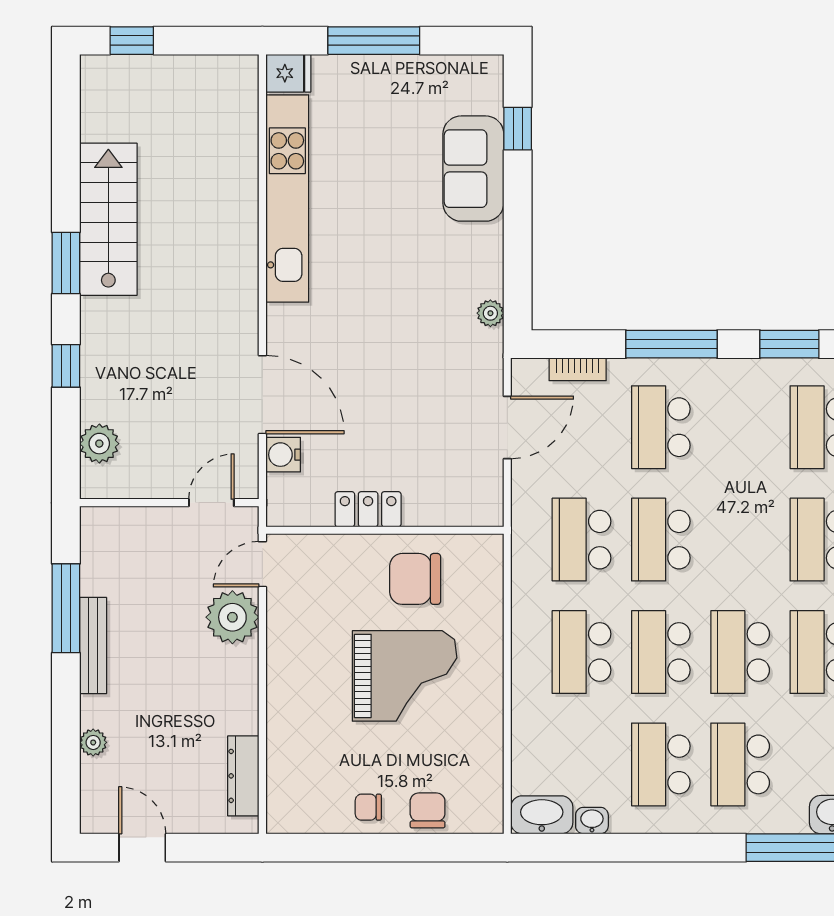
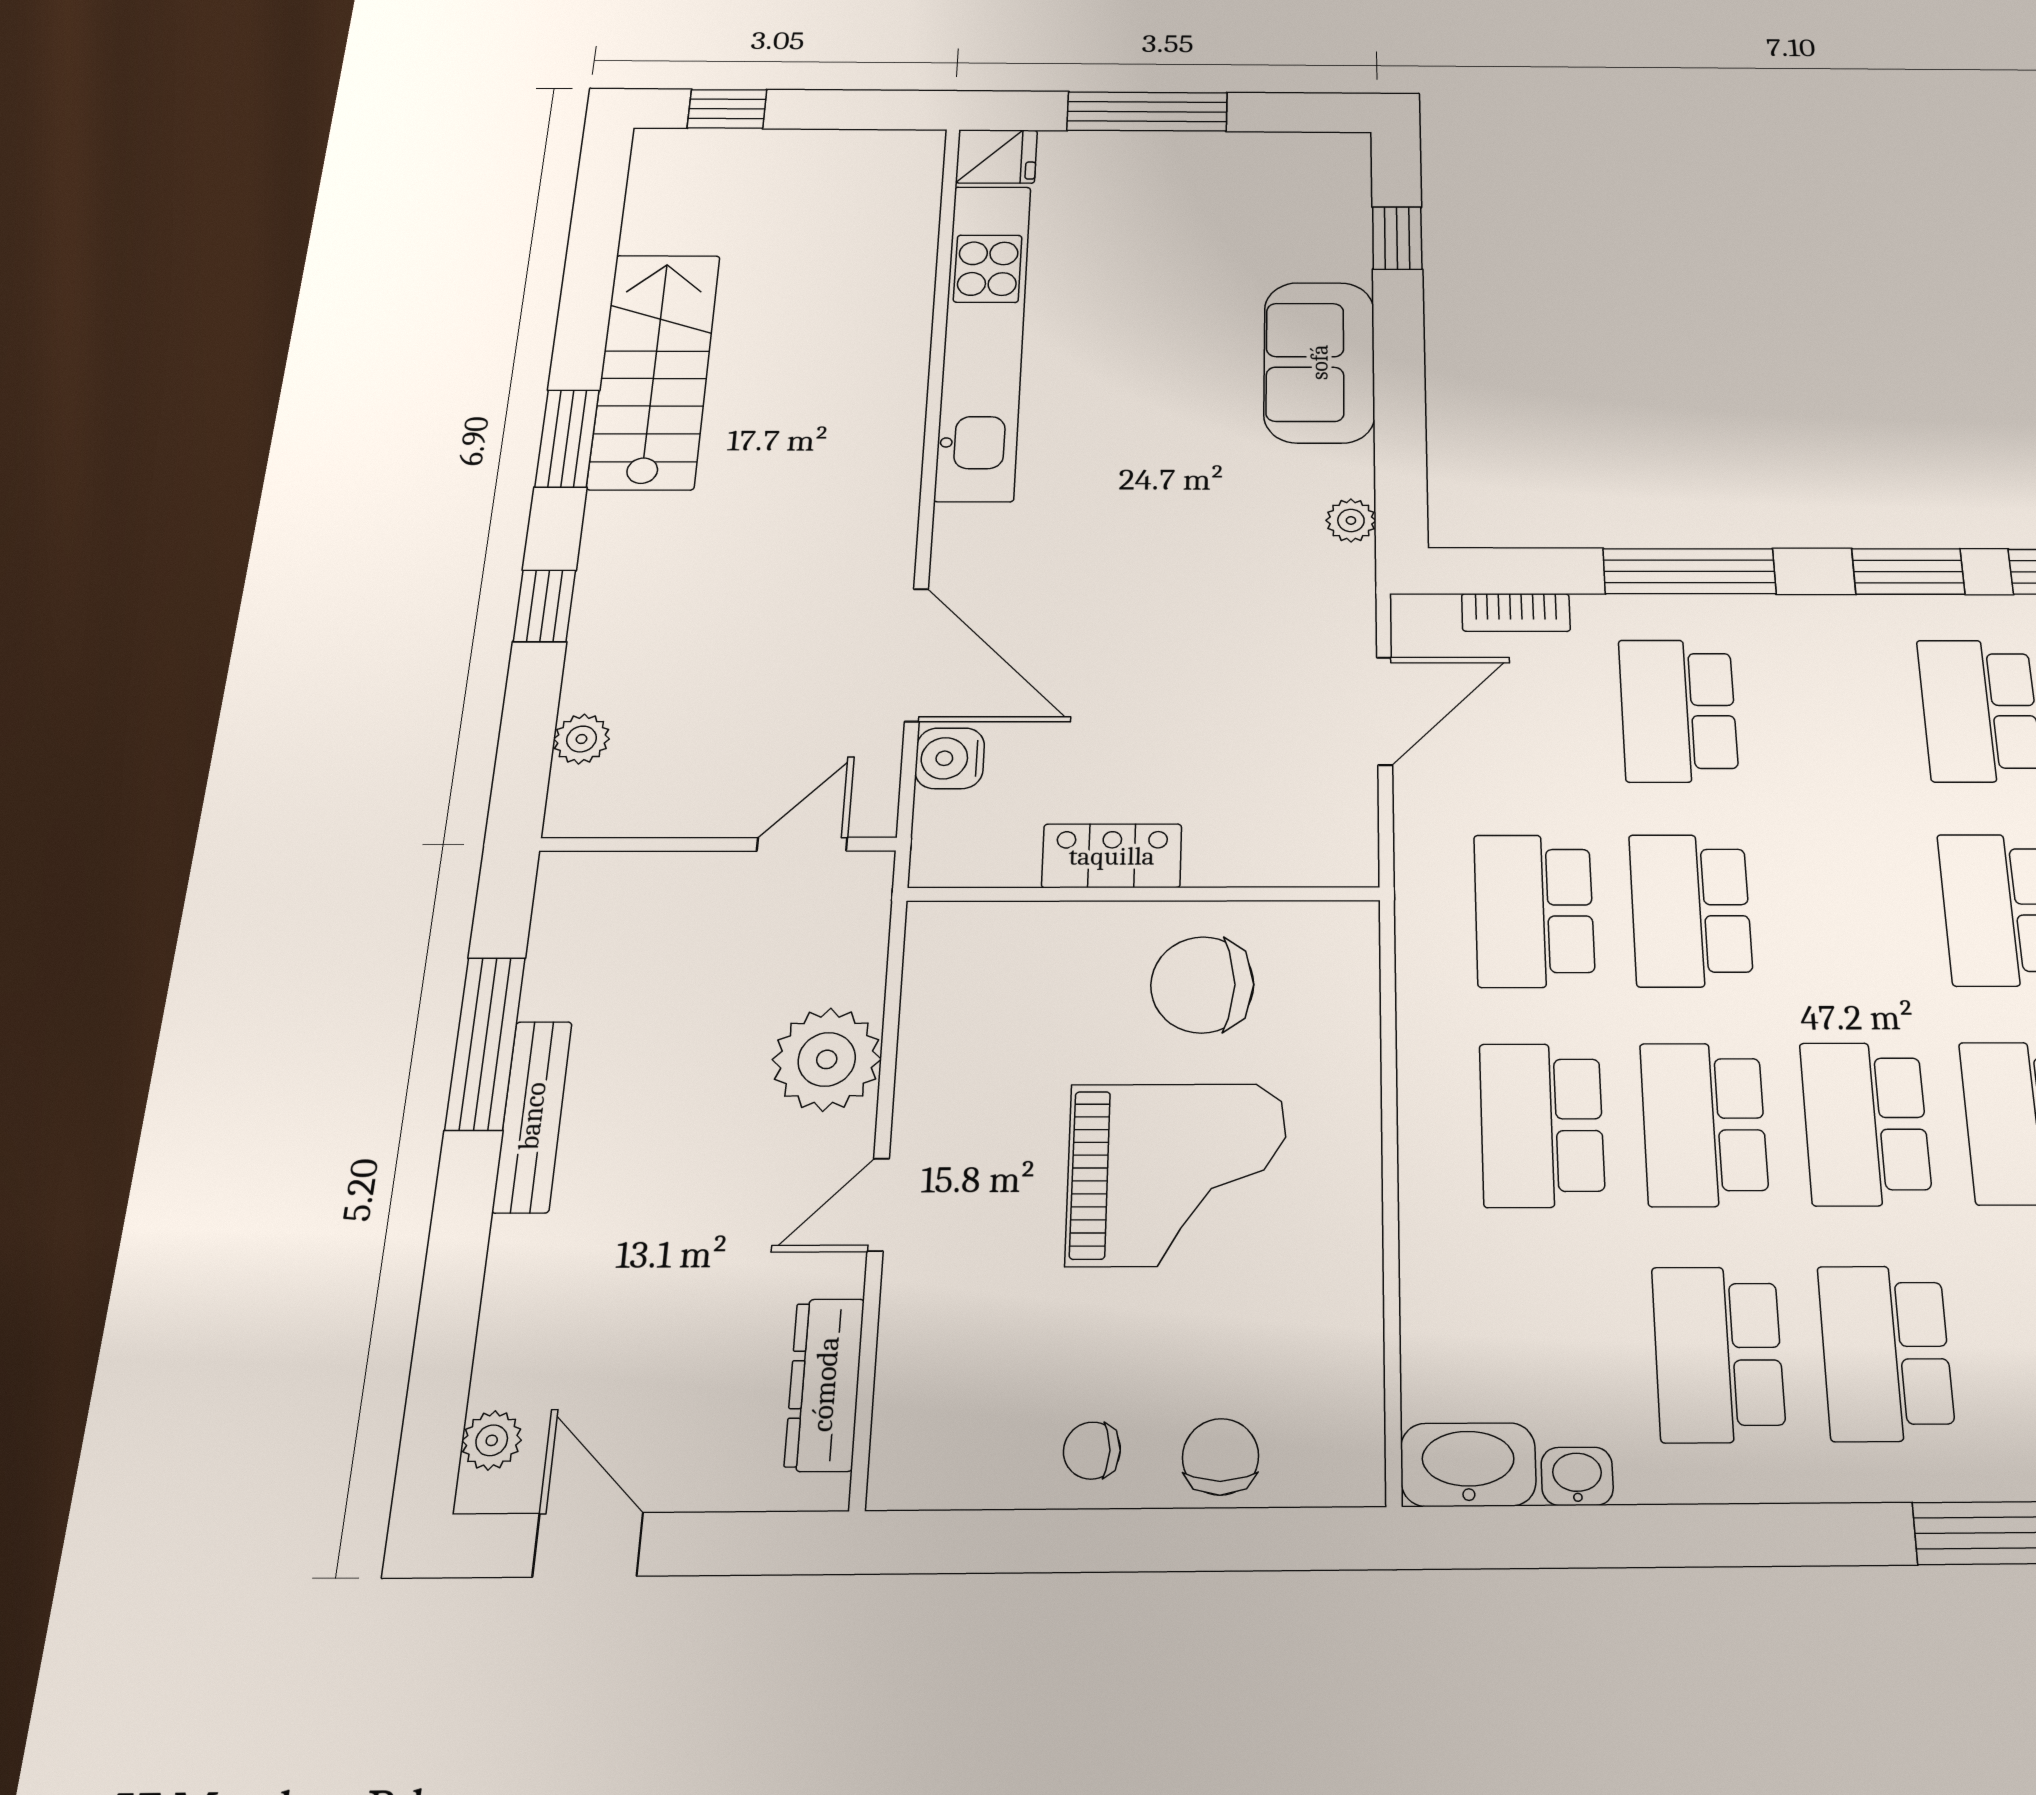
sofa: (473, 169) -> (1319, 362), moved
plant: (99, 444) -> (582, 739), width x0.73, depth x0.73
door: (262, 564) -> (878, 1205), moved
plant: (93, 742) -> (492, 1440), moved

